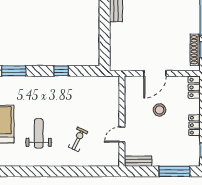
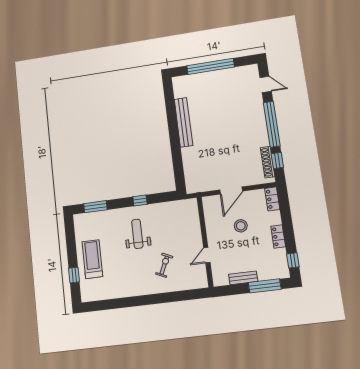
weight bench: (39, 133) -> (137, 234), moved
bench: (138, 161) -> (243, 278), moved

